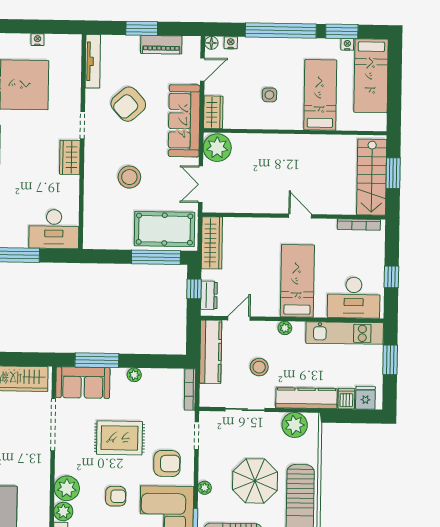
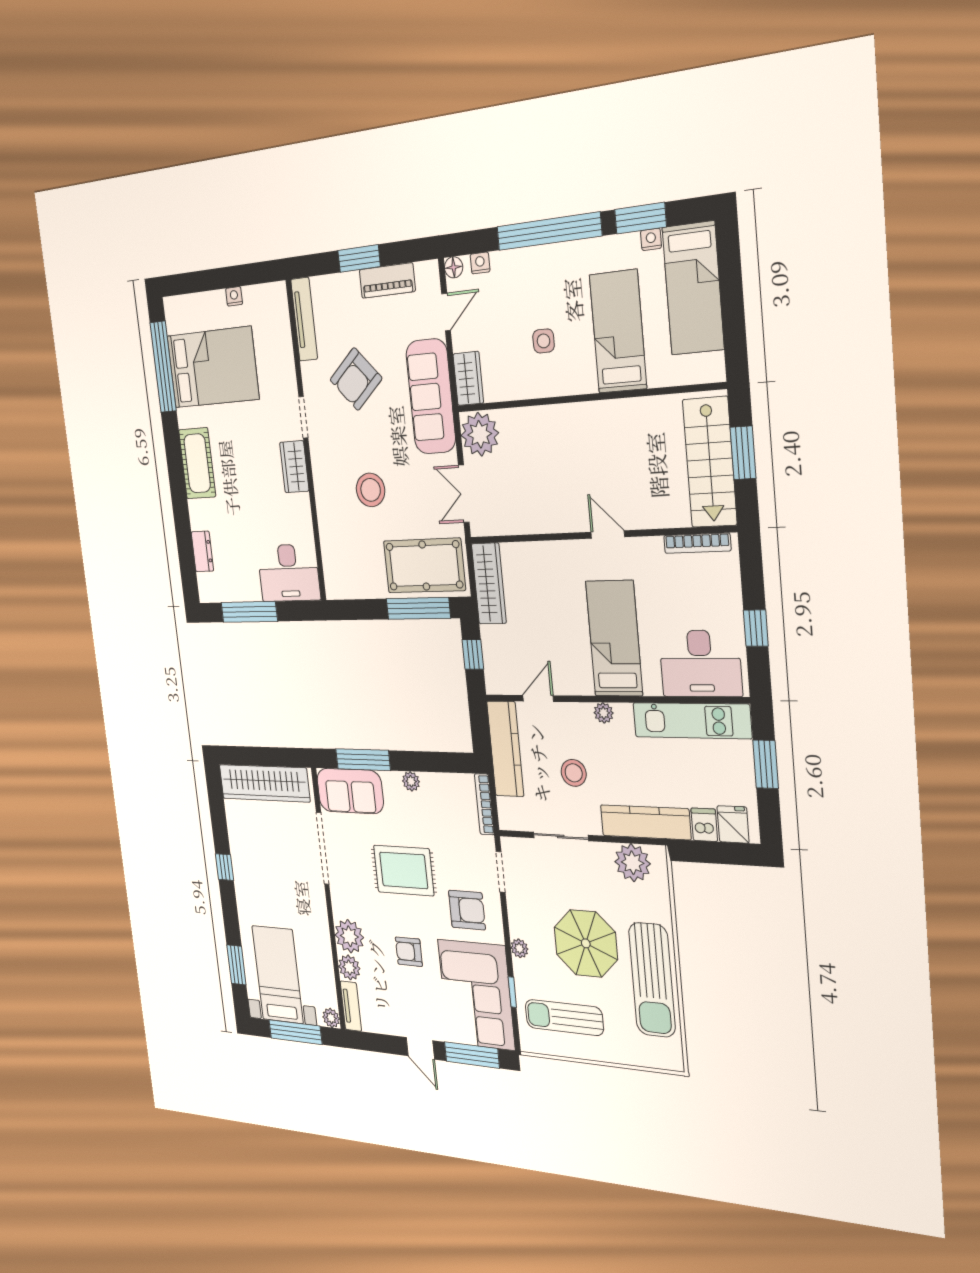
dresser: (209, 295) -> (494, 664), removed
armchair: (116, 496) -> (409, 952), turned 180

